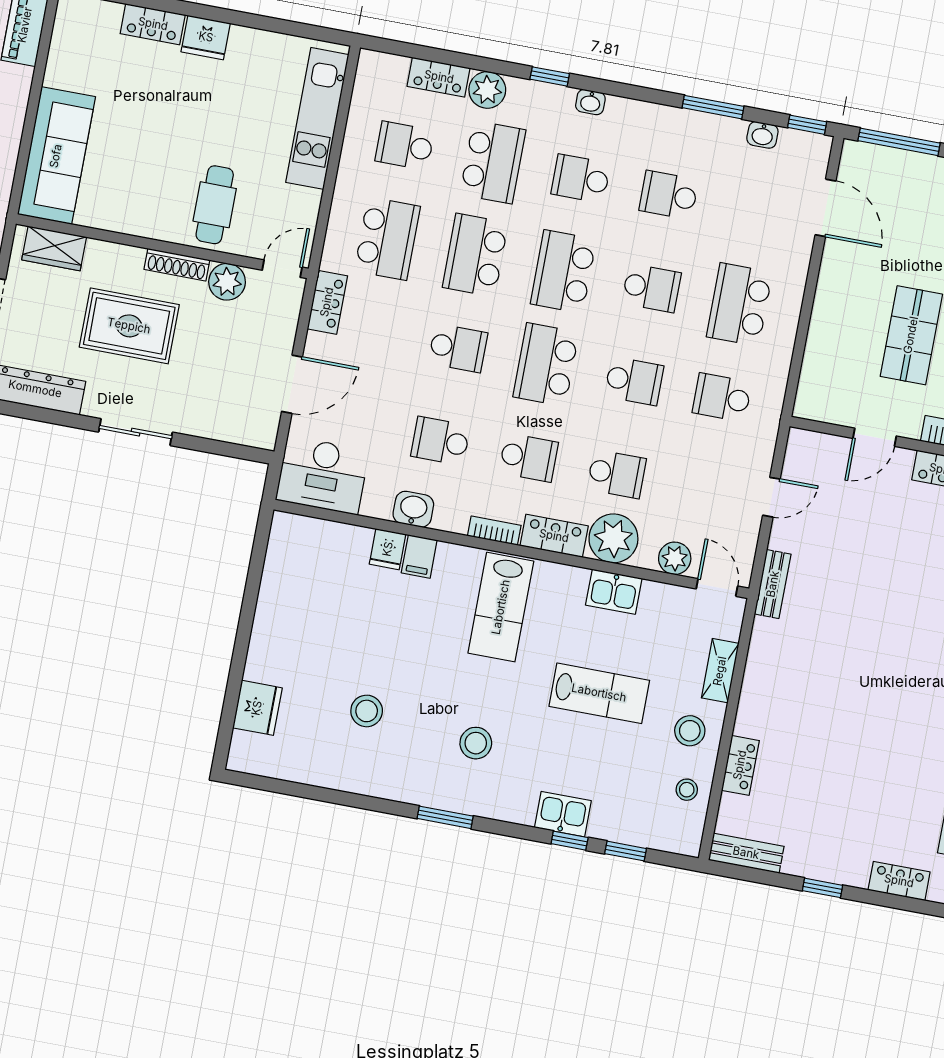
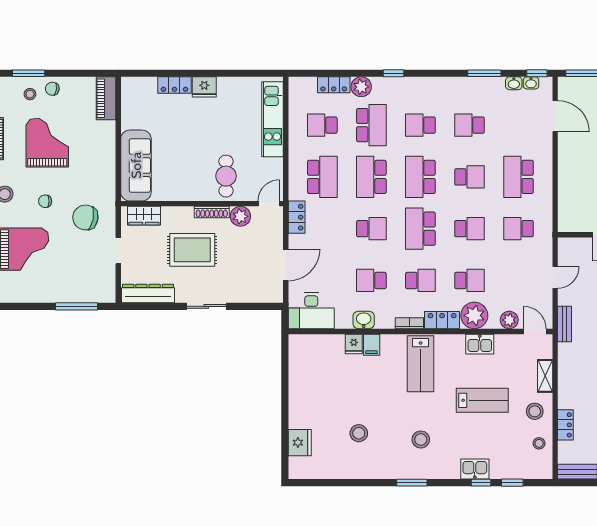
washbasin: (590, 102) -> (531, 83), moved

